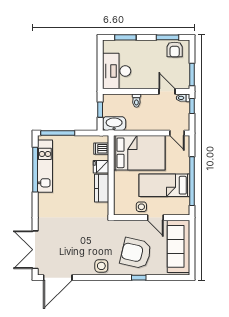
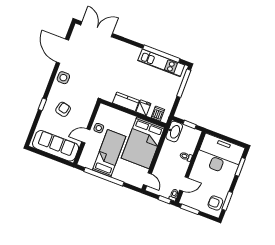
desk: (117, 71) -> (220, 155), width x1.36, depth x1.30
door: (177, 133) -> (147, 179), swing flipped
armchair: (136, 253) -> (63, 109), width x0.53, depth x0.53
door: (58, 278) -> (63, 51), moved

